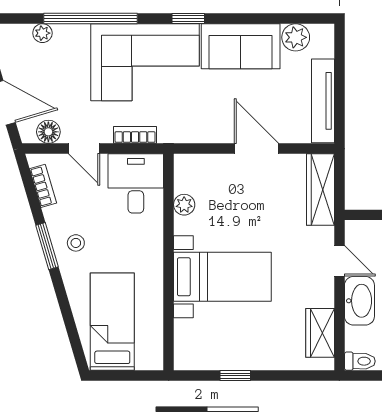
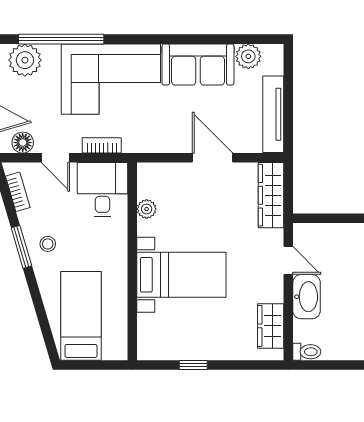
window: (188, 18) -> (150, 39), removed
plant: (42, 33) -> (25, 60), width x1.88, depth x1.88

